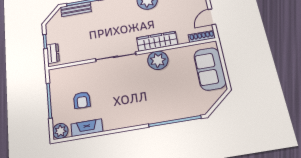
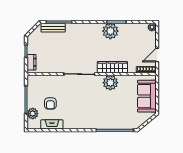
plant: (60, 131) -> (33, 114), moved

